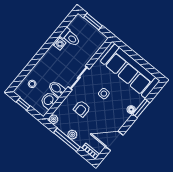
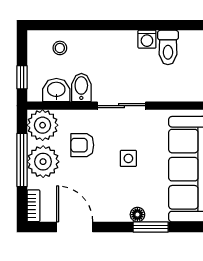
window: (23, 104) -> (22, 77), moved
plant: (53, 119) -> (43, 125), width x1.88, depth x1.88
plant: (72, 135) -> (43, 162), width x1.87, depth x1.87

